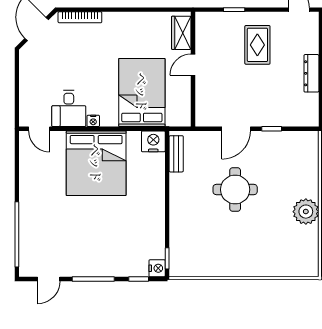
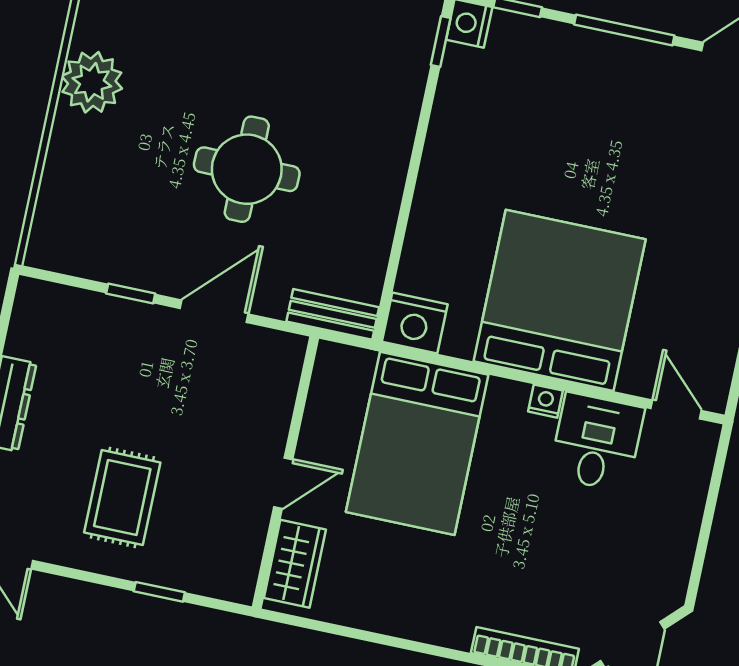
bench: (176, 154) -> (333, 314), moved, turned 90

